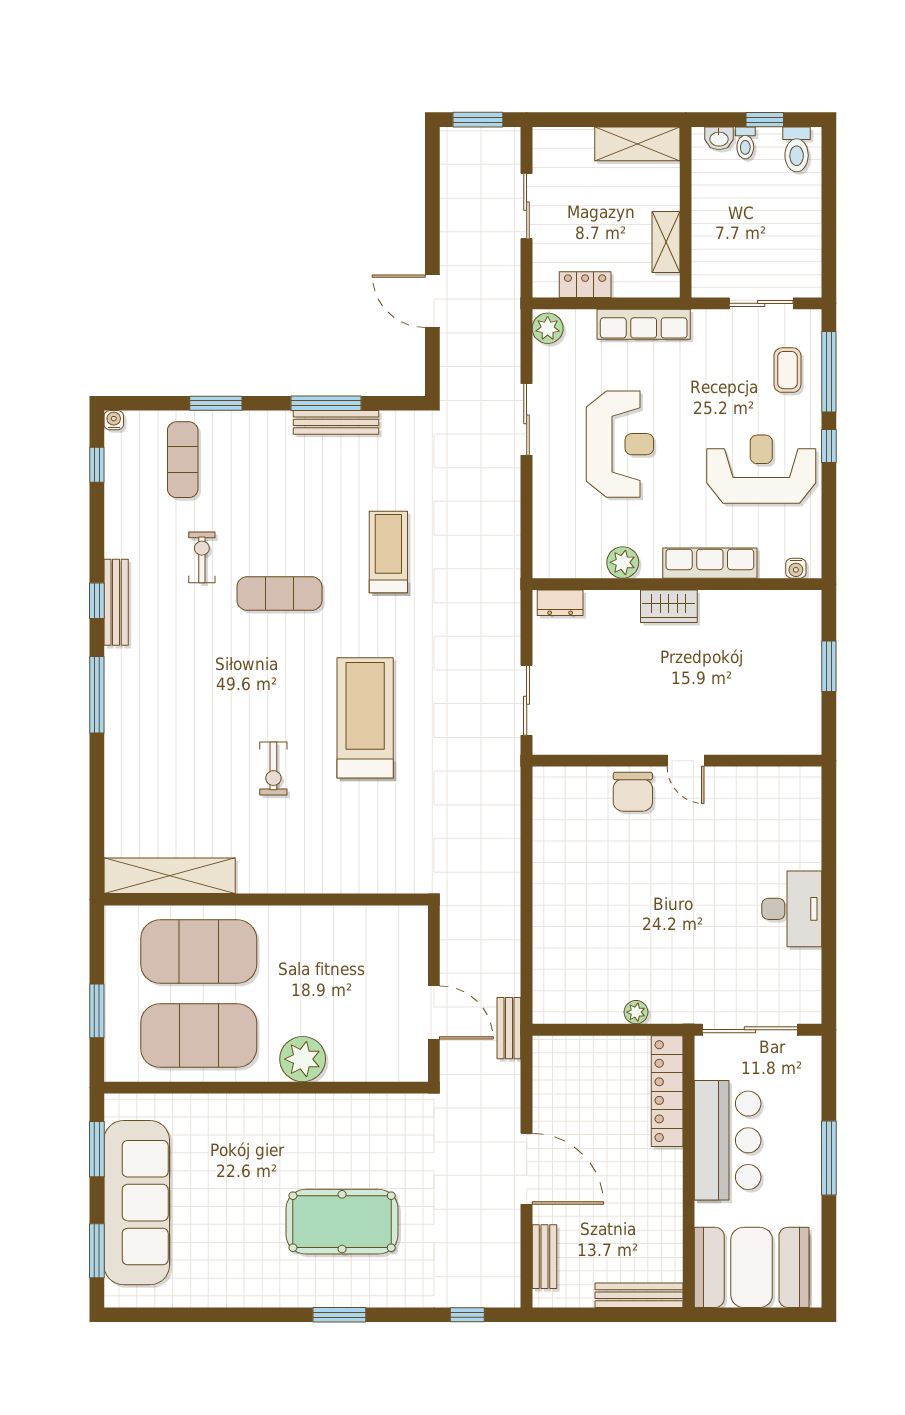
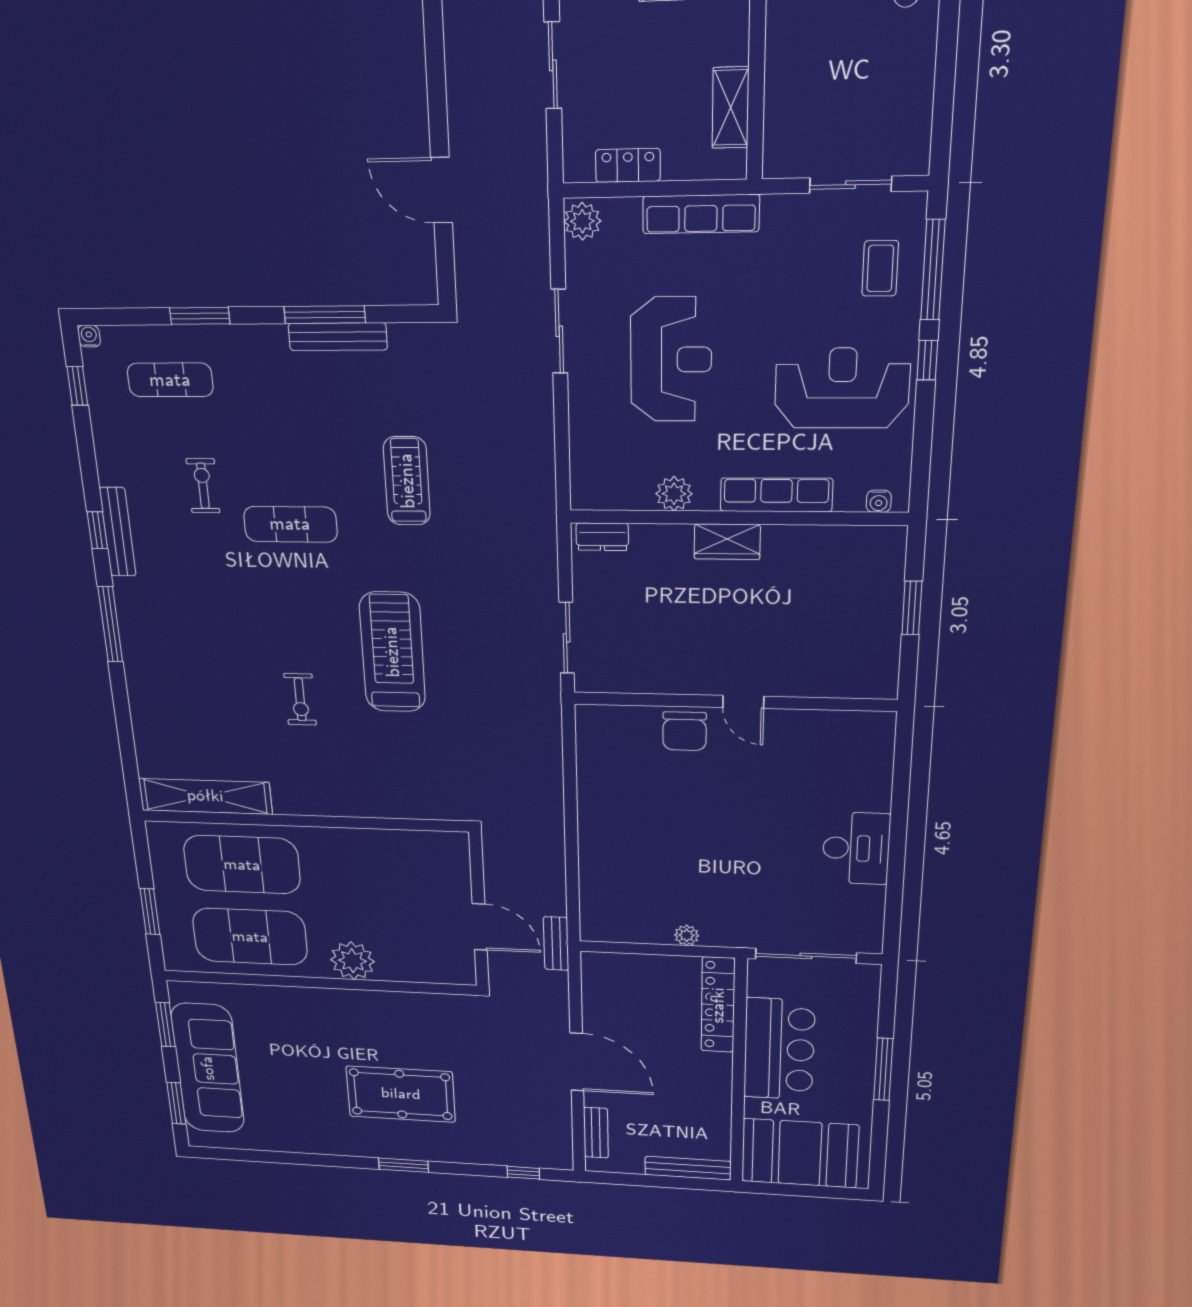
exercise mat: (183, 460) -> (170, 380), turned 90

